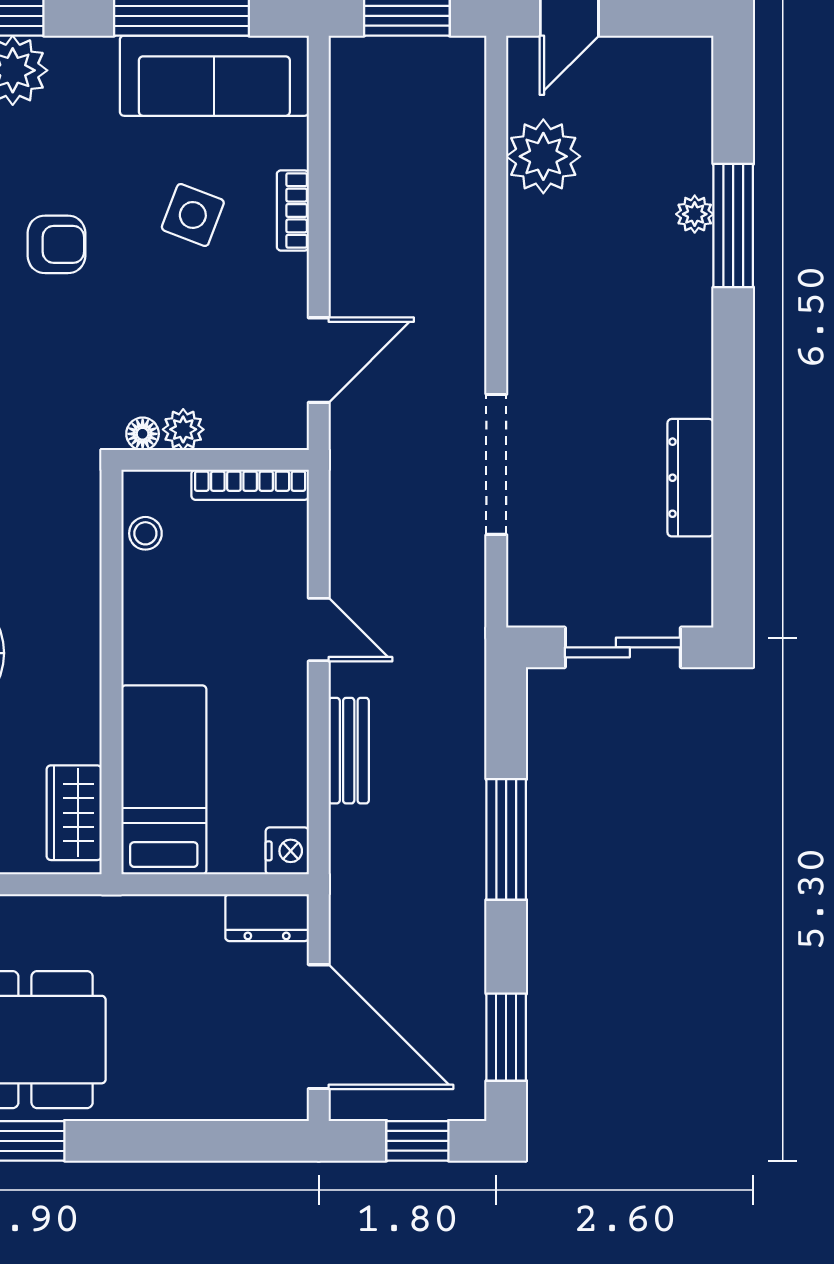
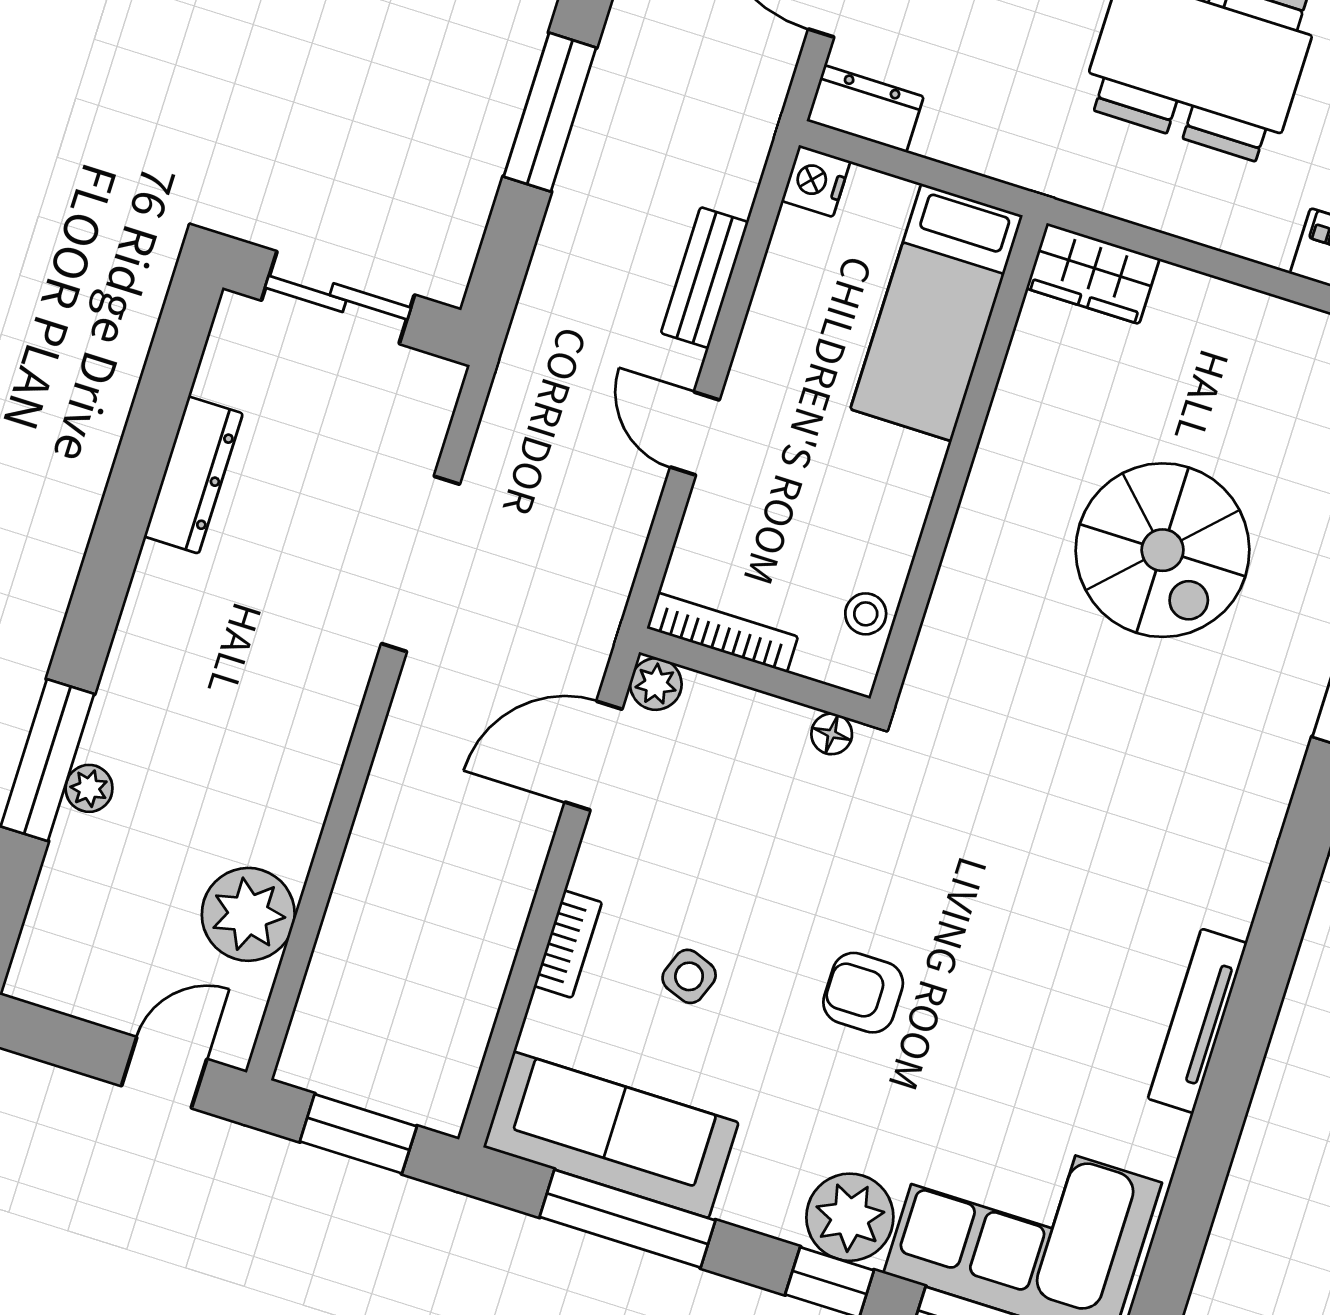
side table: (193, 215) -> (689, 976), width x0.73, depth x0.73
plant: (183, 429) -> (656, 684), moved
wardrobe: (74, 813) -> (1093, 273), moved, turned 90

